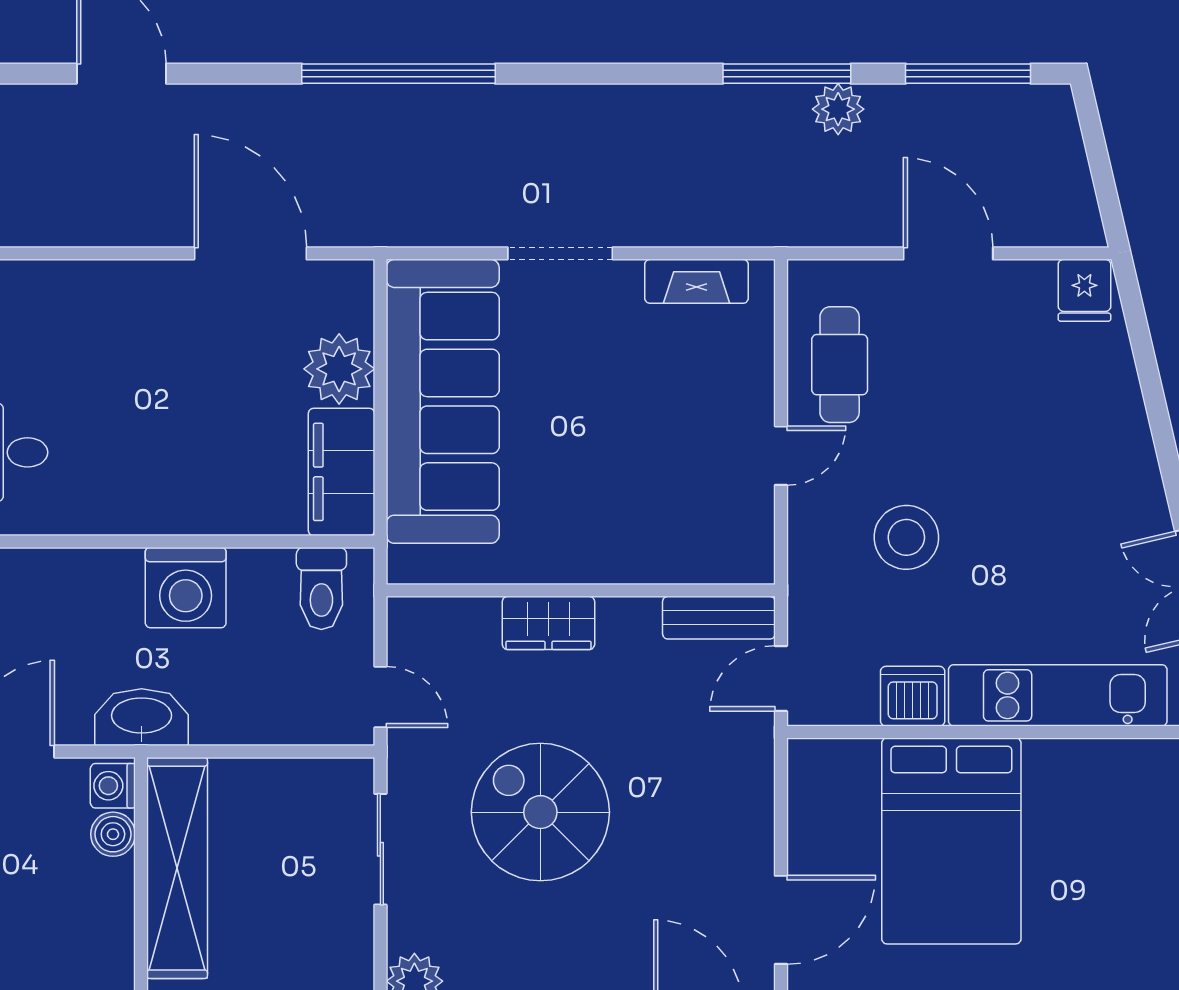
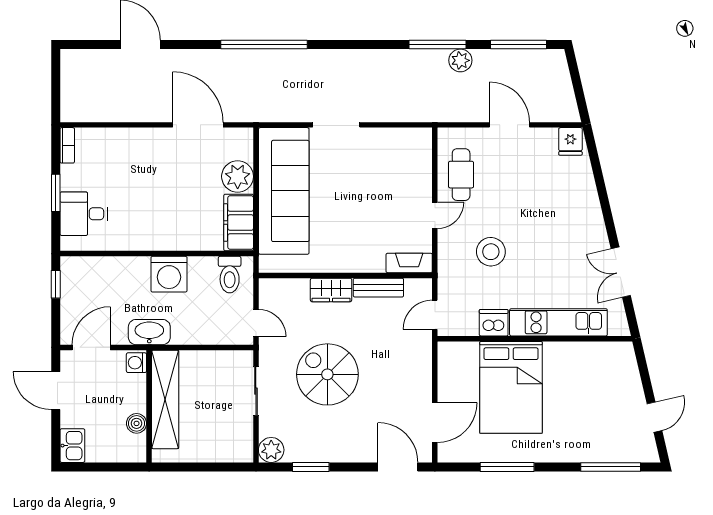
fireplace: (697, 281) -> (409, 263), moved, turned 180
bench: (719, 618) -> (378, 288), moved
boiler: (113, 834) -> (137, 423), moved

